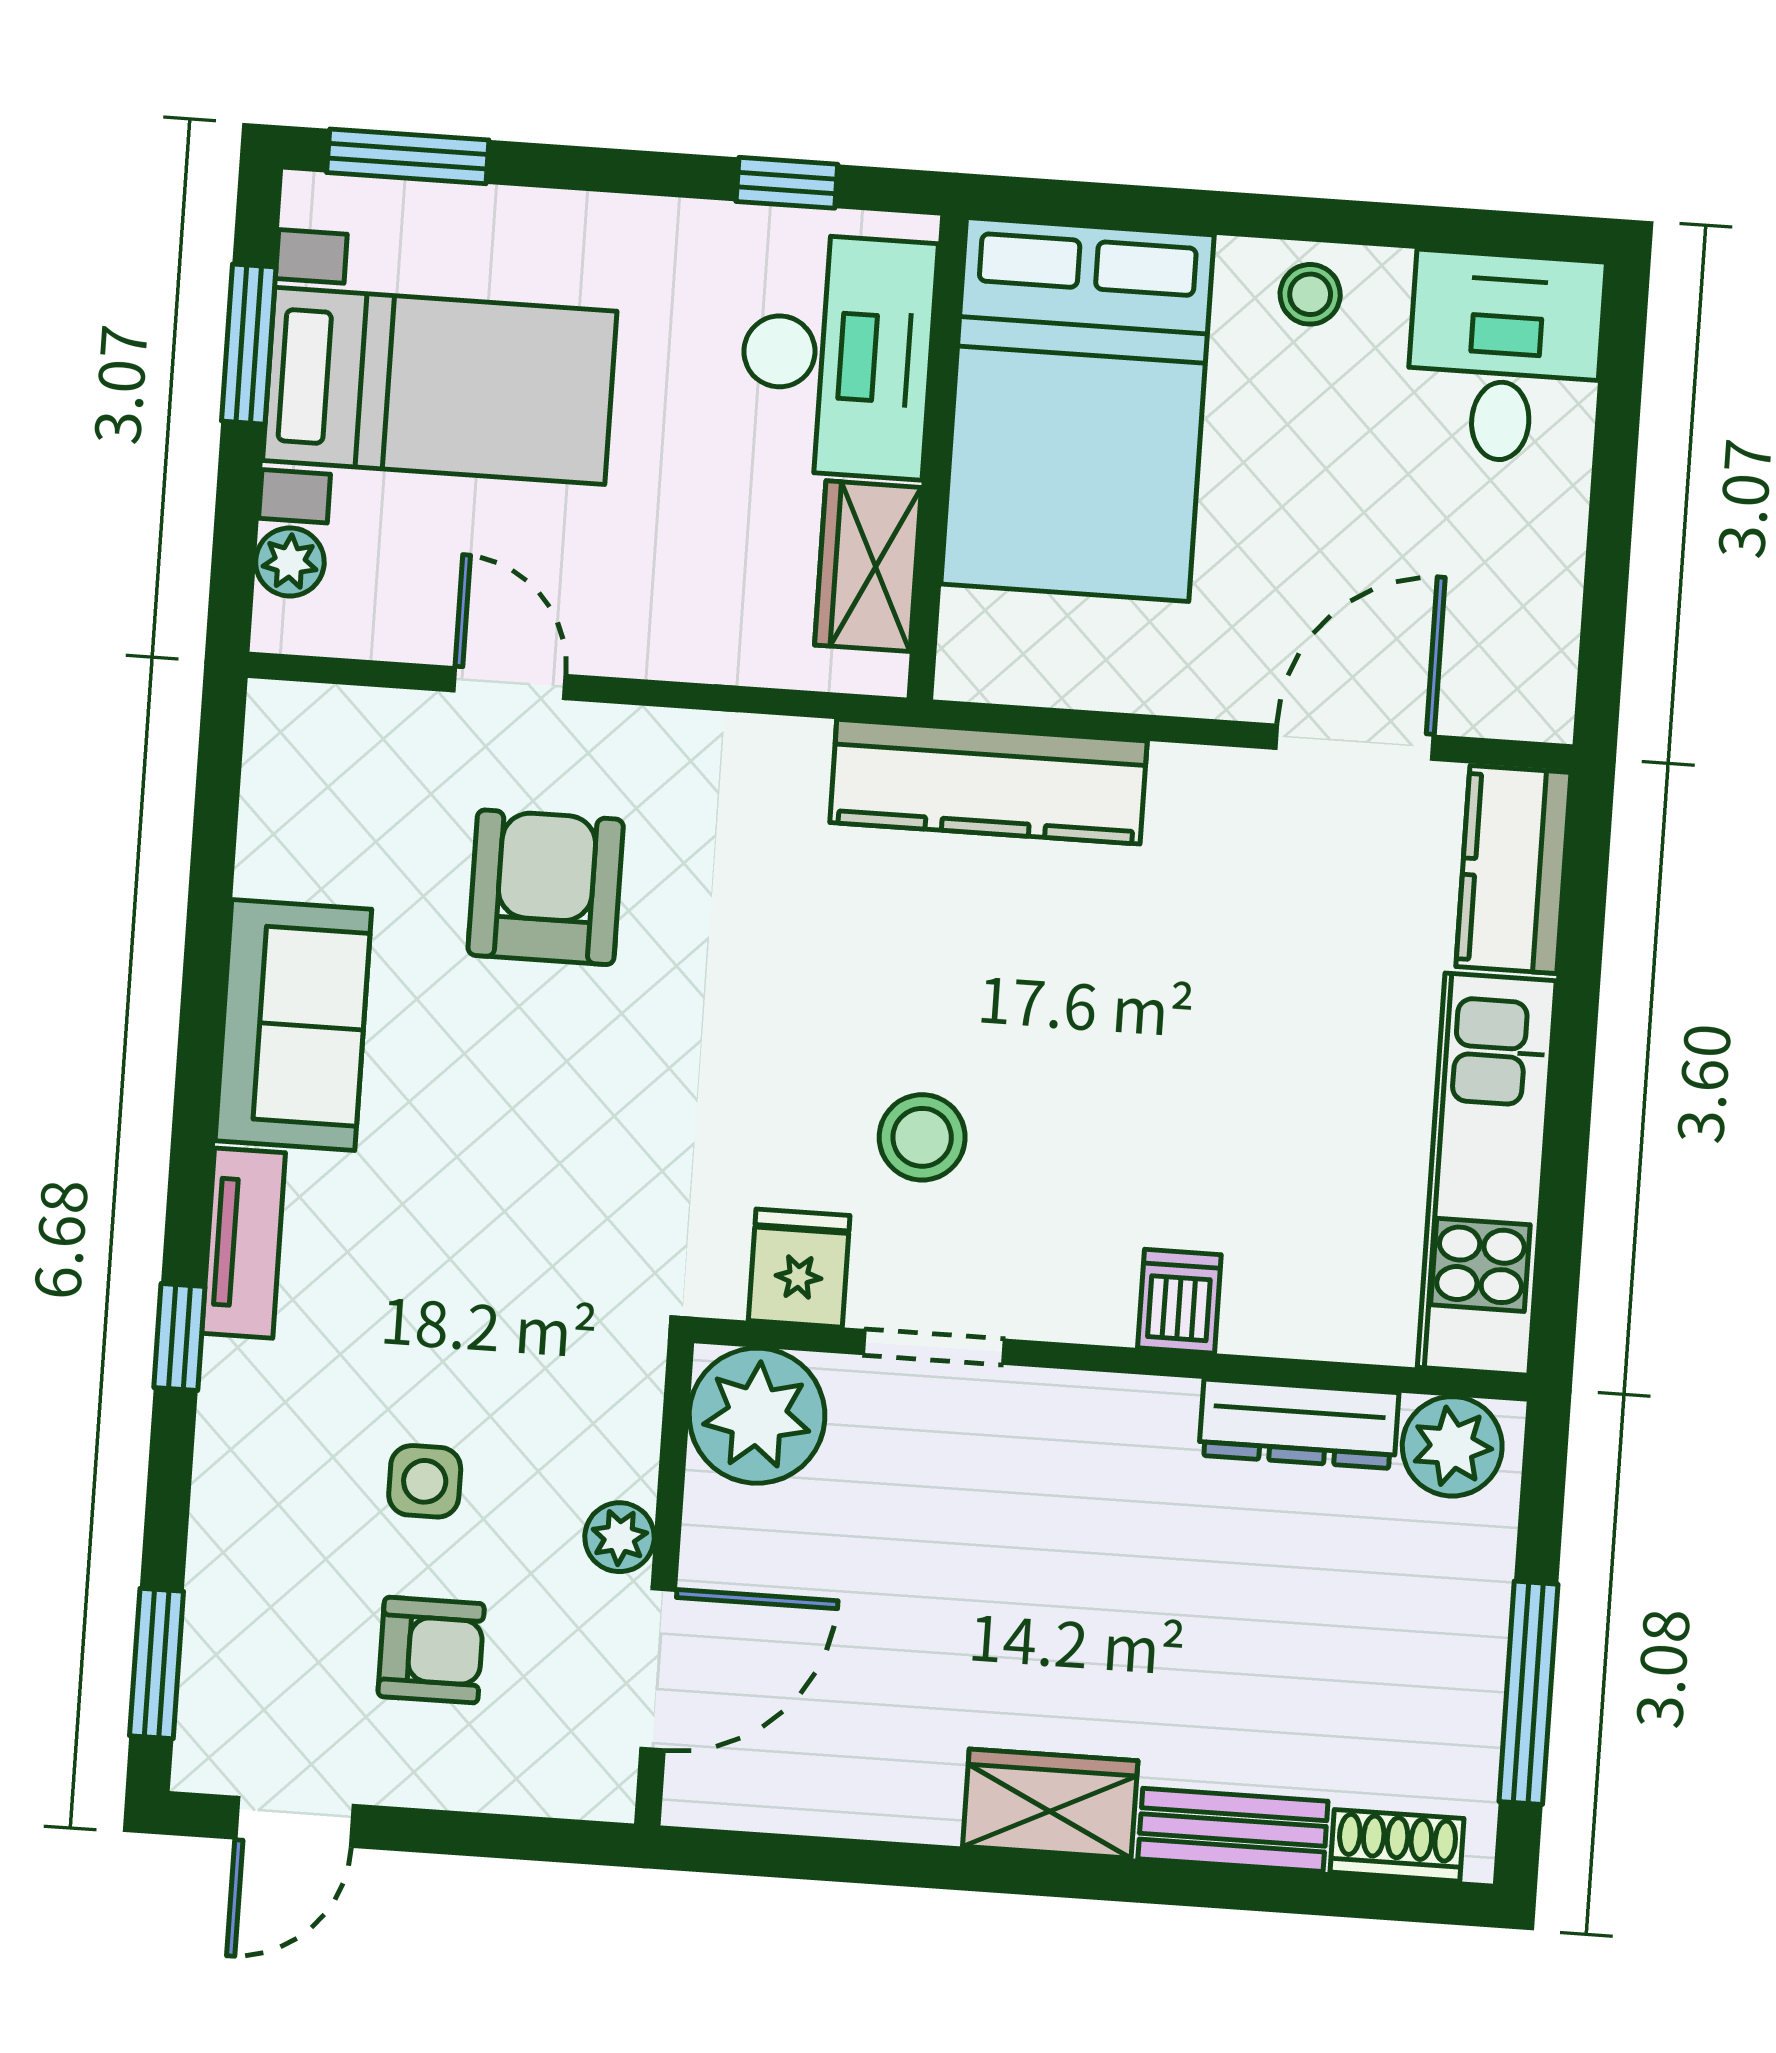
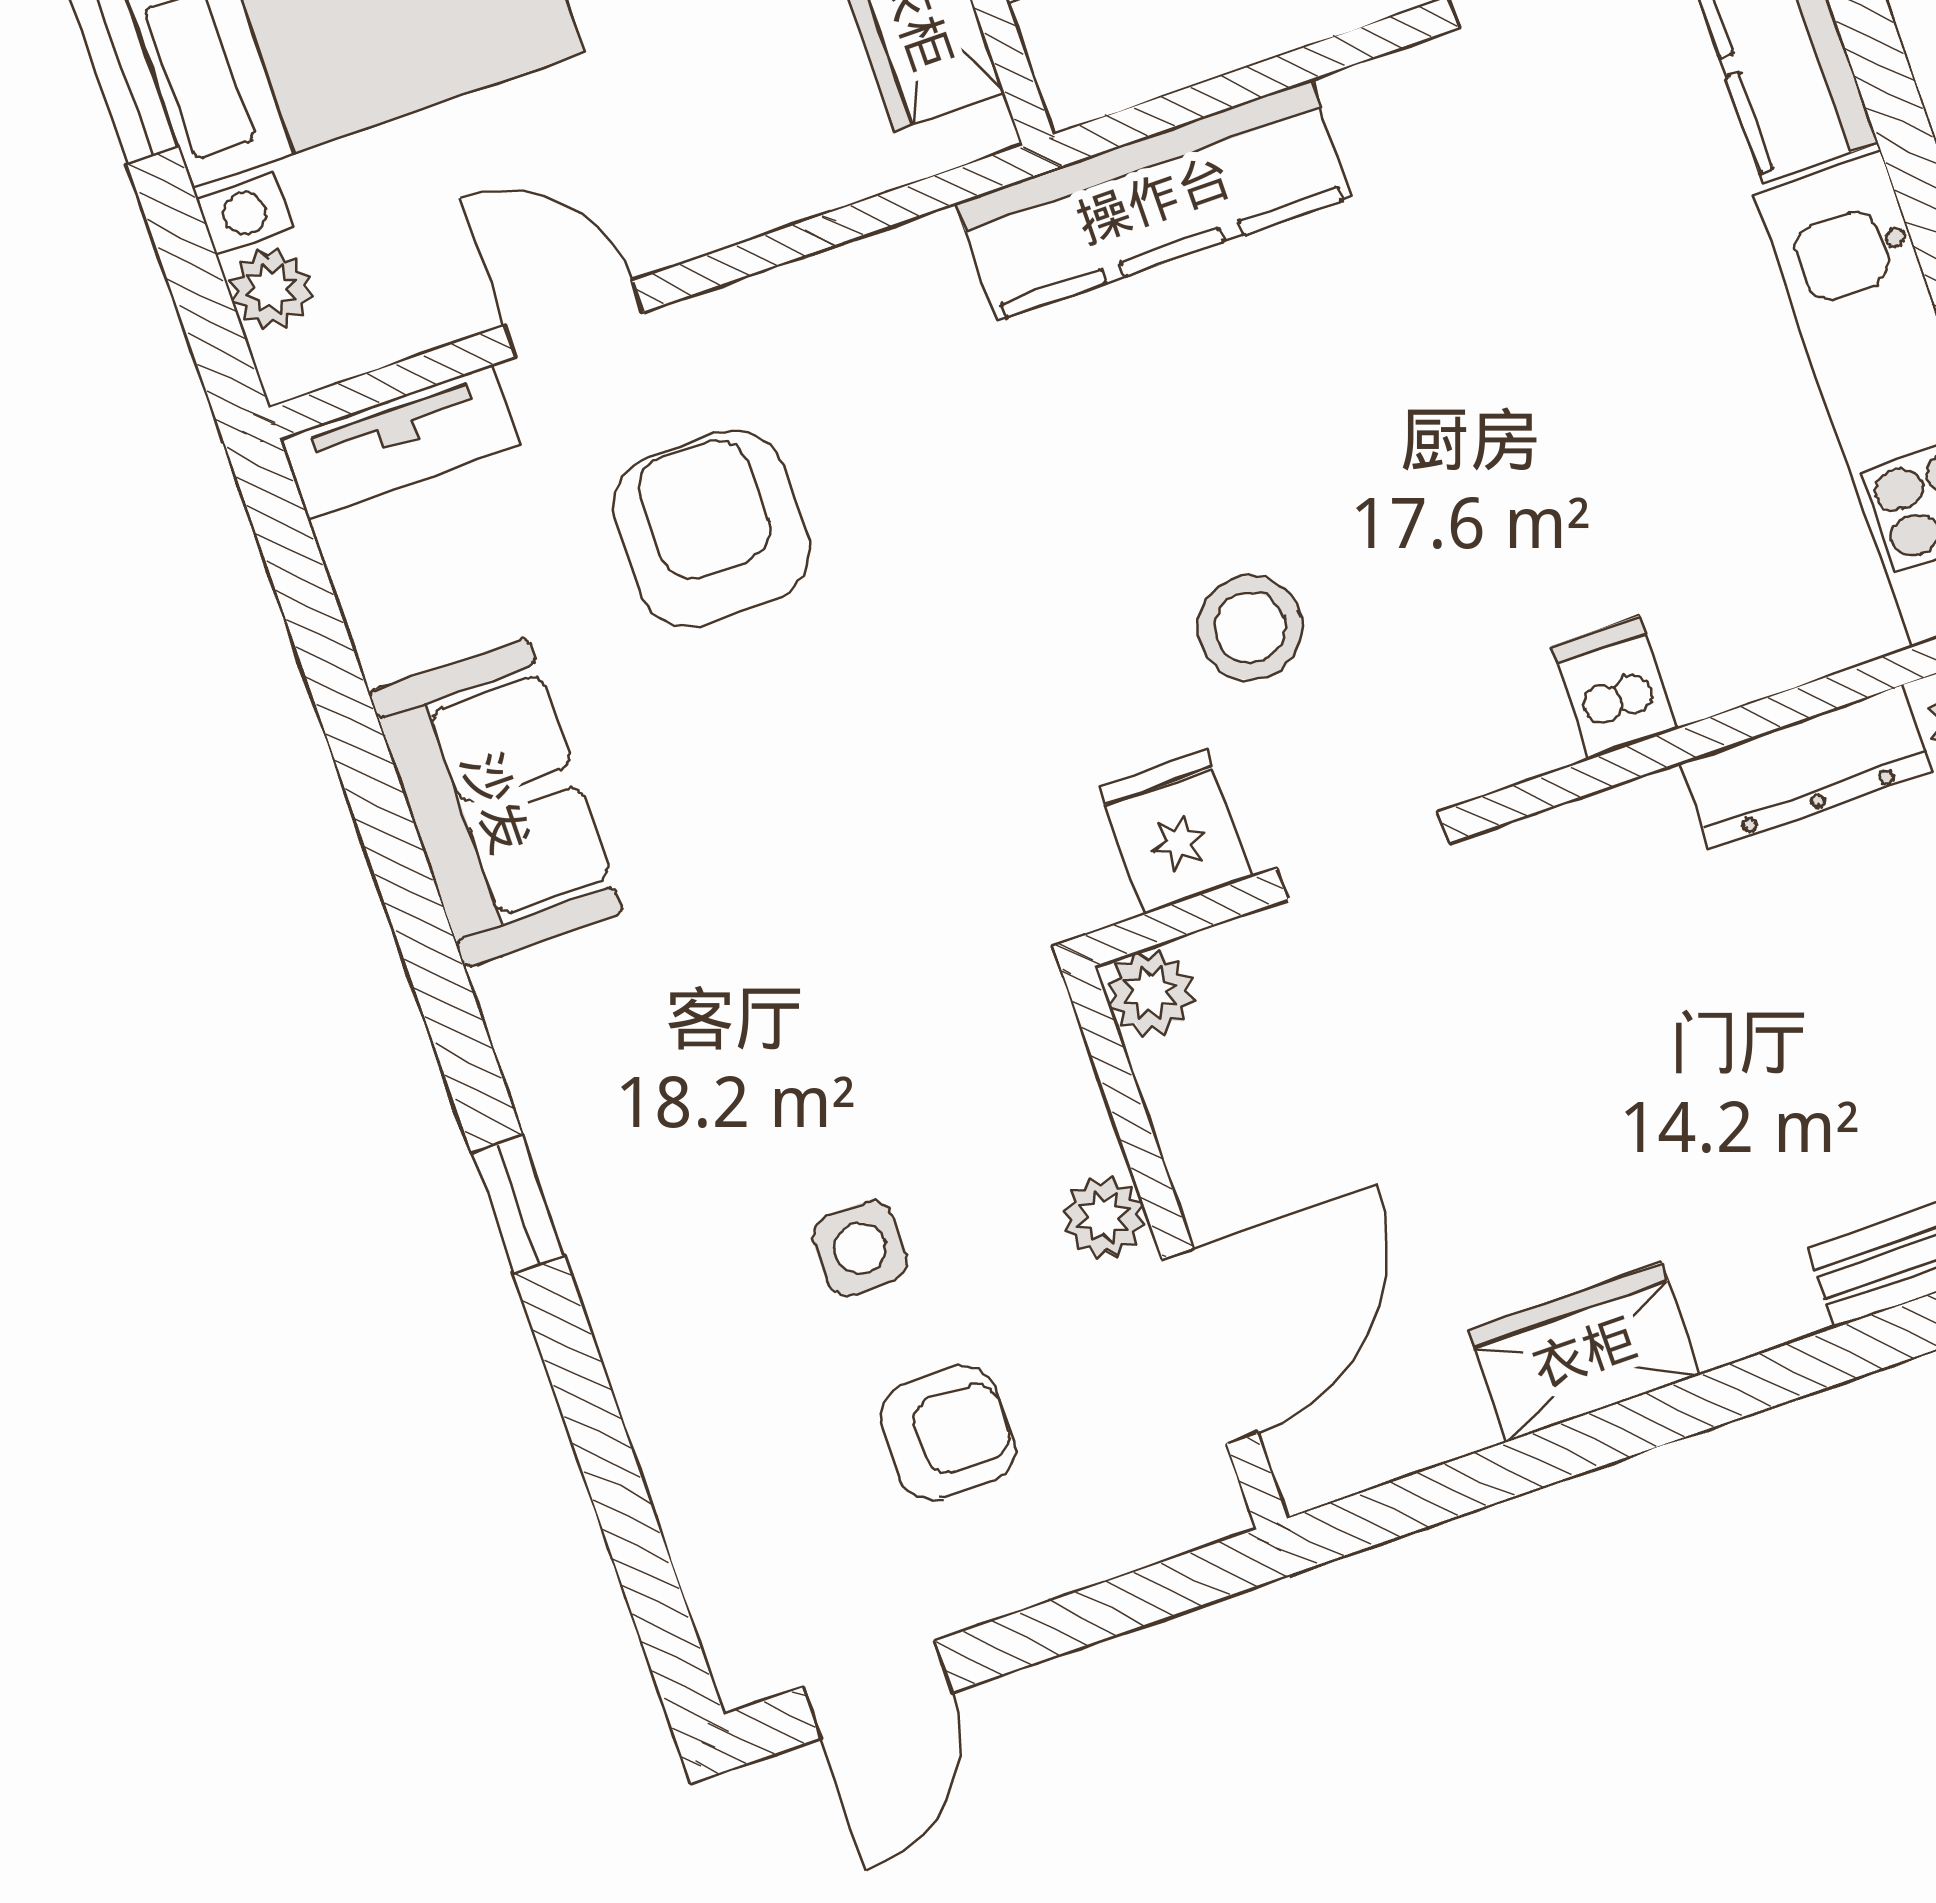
tv unit: (244, 1243) -> (400, 442), moved, turned 90
plant: (757, 1416) -> (1150, 993), width x0.53, depth x0.53
window: (157, 1664) -> (648, 1579), removed
wardrobe: (1050, 1804) -> (1584, 1353), moved

